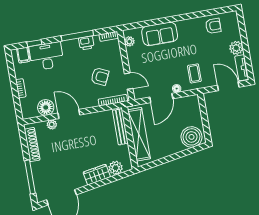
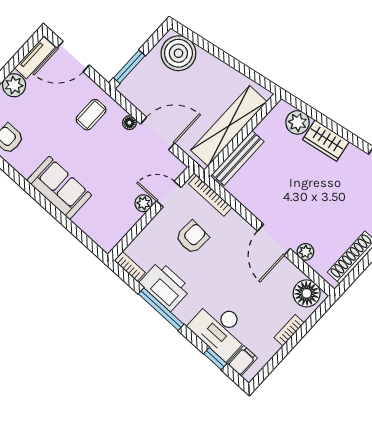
sofa: (160, 34) -> (59, 188), moved
plant: (129, 41) -> (143, 203), moved
printer: (86, 43) -> (165, 286), width x1.87, depth x1.48
armchair: (100, 76) -> (192, 237), turned 68
door: (129, 81) -> (169, 194), hinge flipped
door: (228, 86) -> (73, 56), hinge flipped
floor lamp: (46, 107) -> (307, 293), moved
window: (203, 109) -> (129, 67), added

